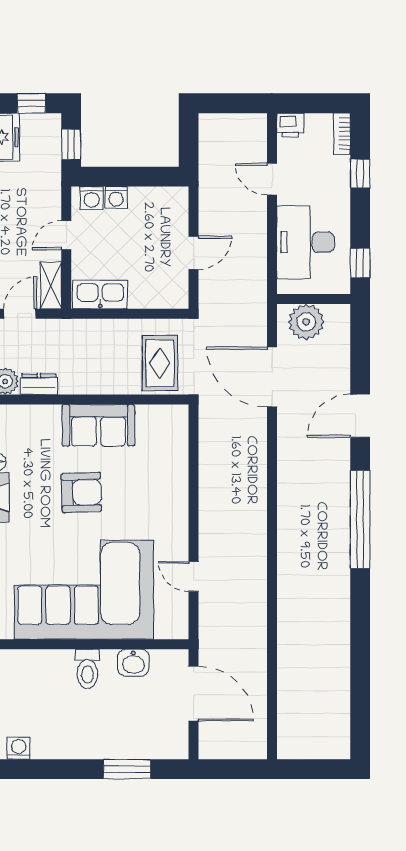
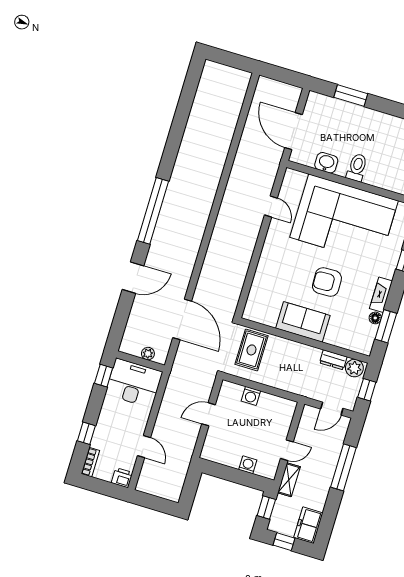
washing machine: (92, 198) -> (251, 396), moved, turned 180
desk: (306, 242) -> (134, 383), moved, turned -90
shelving: (51, 285) -> (289, 480), moved
kitchen sink: (100, 294) -> (277, 406), removed
plant: (306, 322) -> (148, 354), width x0.53, depth x0.53

